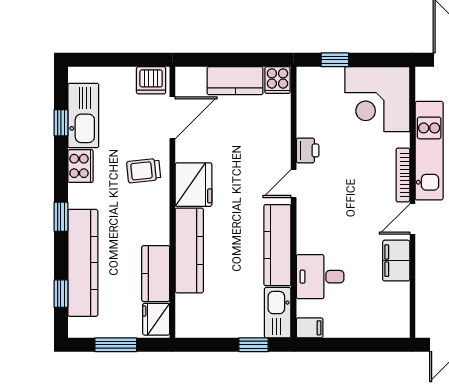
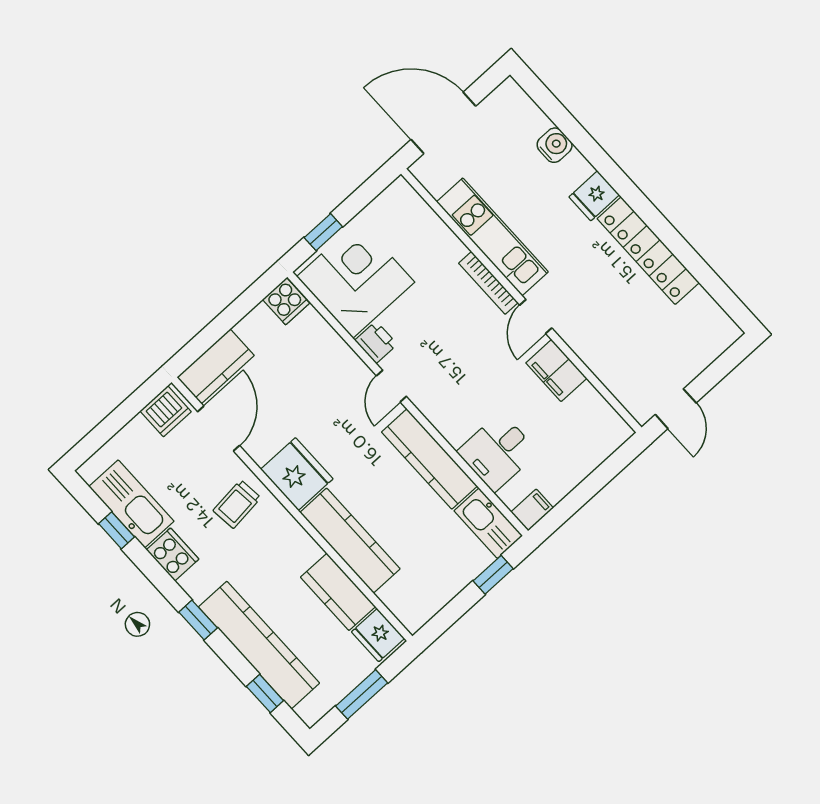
kitchen counter: (235, 81) -> (216, 366), moved
corner desk: (377, 99) -> (356, 279), moved, turned 180

